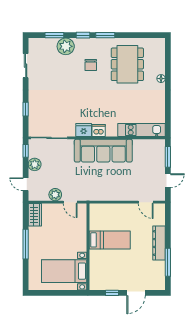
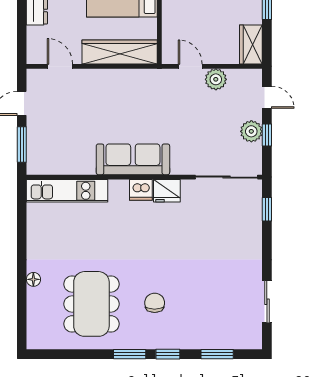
plant: (66, 46) -> (198, 335), removed
window: (26, 109) -> (267, 209), moved
window: (26, 151) -> (267, 135), moved
sofa: (103, 151) -> (133, 159), width x0.74, depth x0.79
wardrobe: (111, 211) -> (120, 52), added

